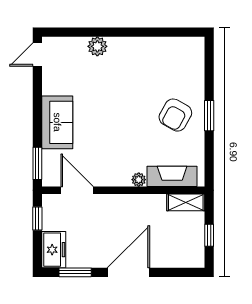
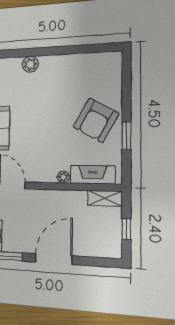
armchair: (175, 115) -> (96, 120), width x1.36, depth x1.36
window: (209, 116) -> (126, 136), moved

